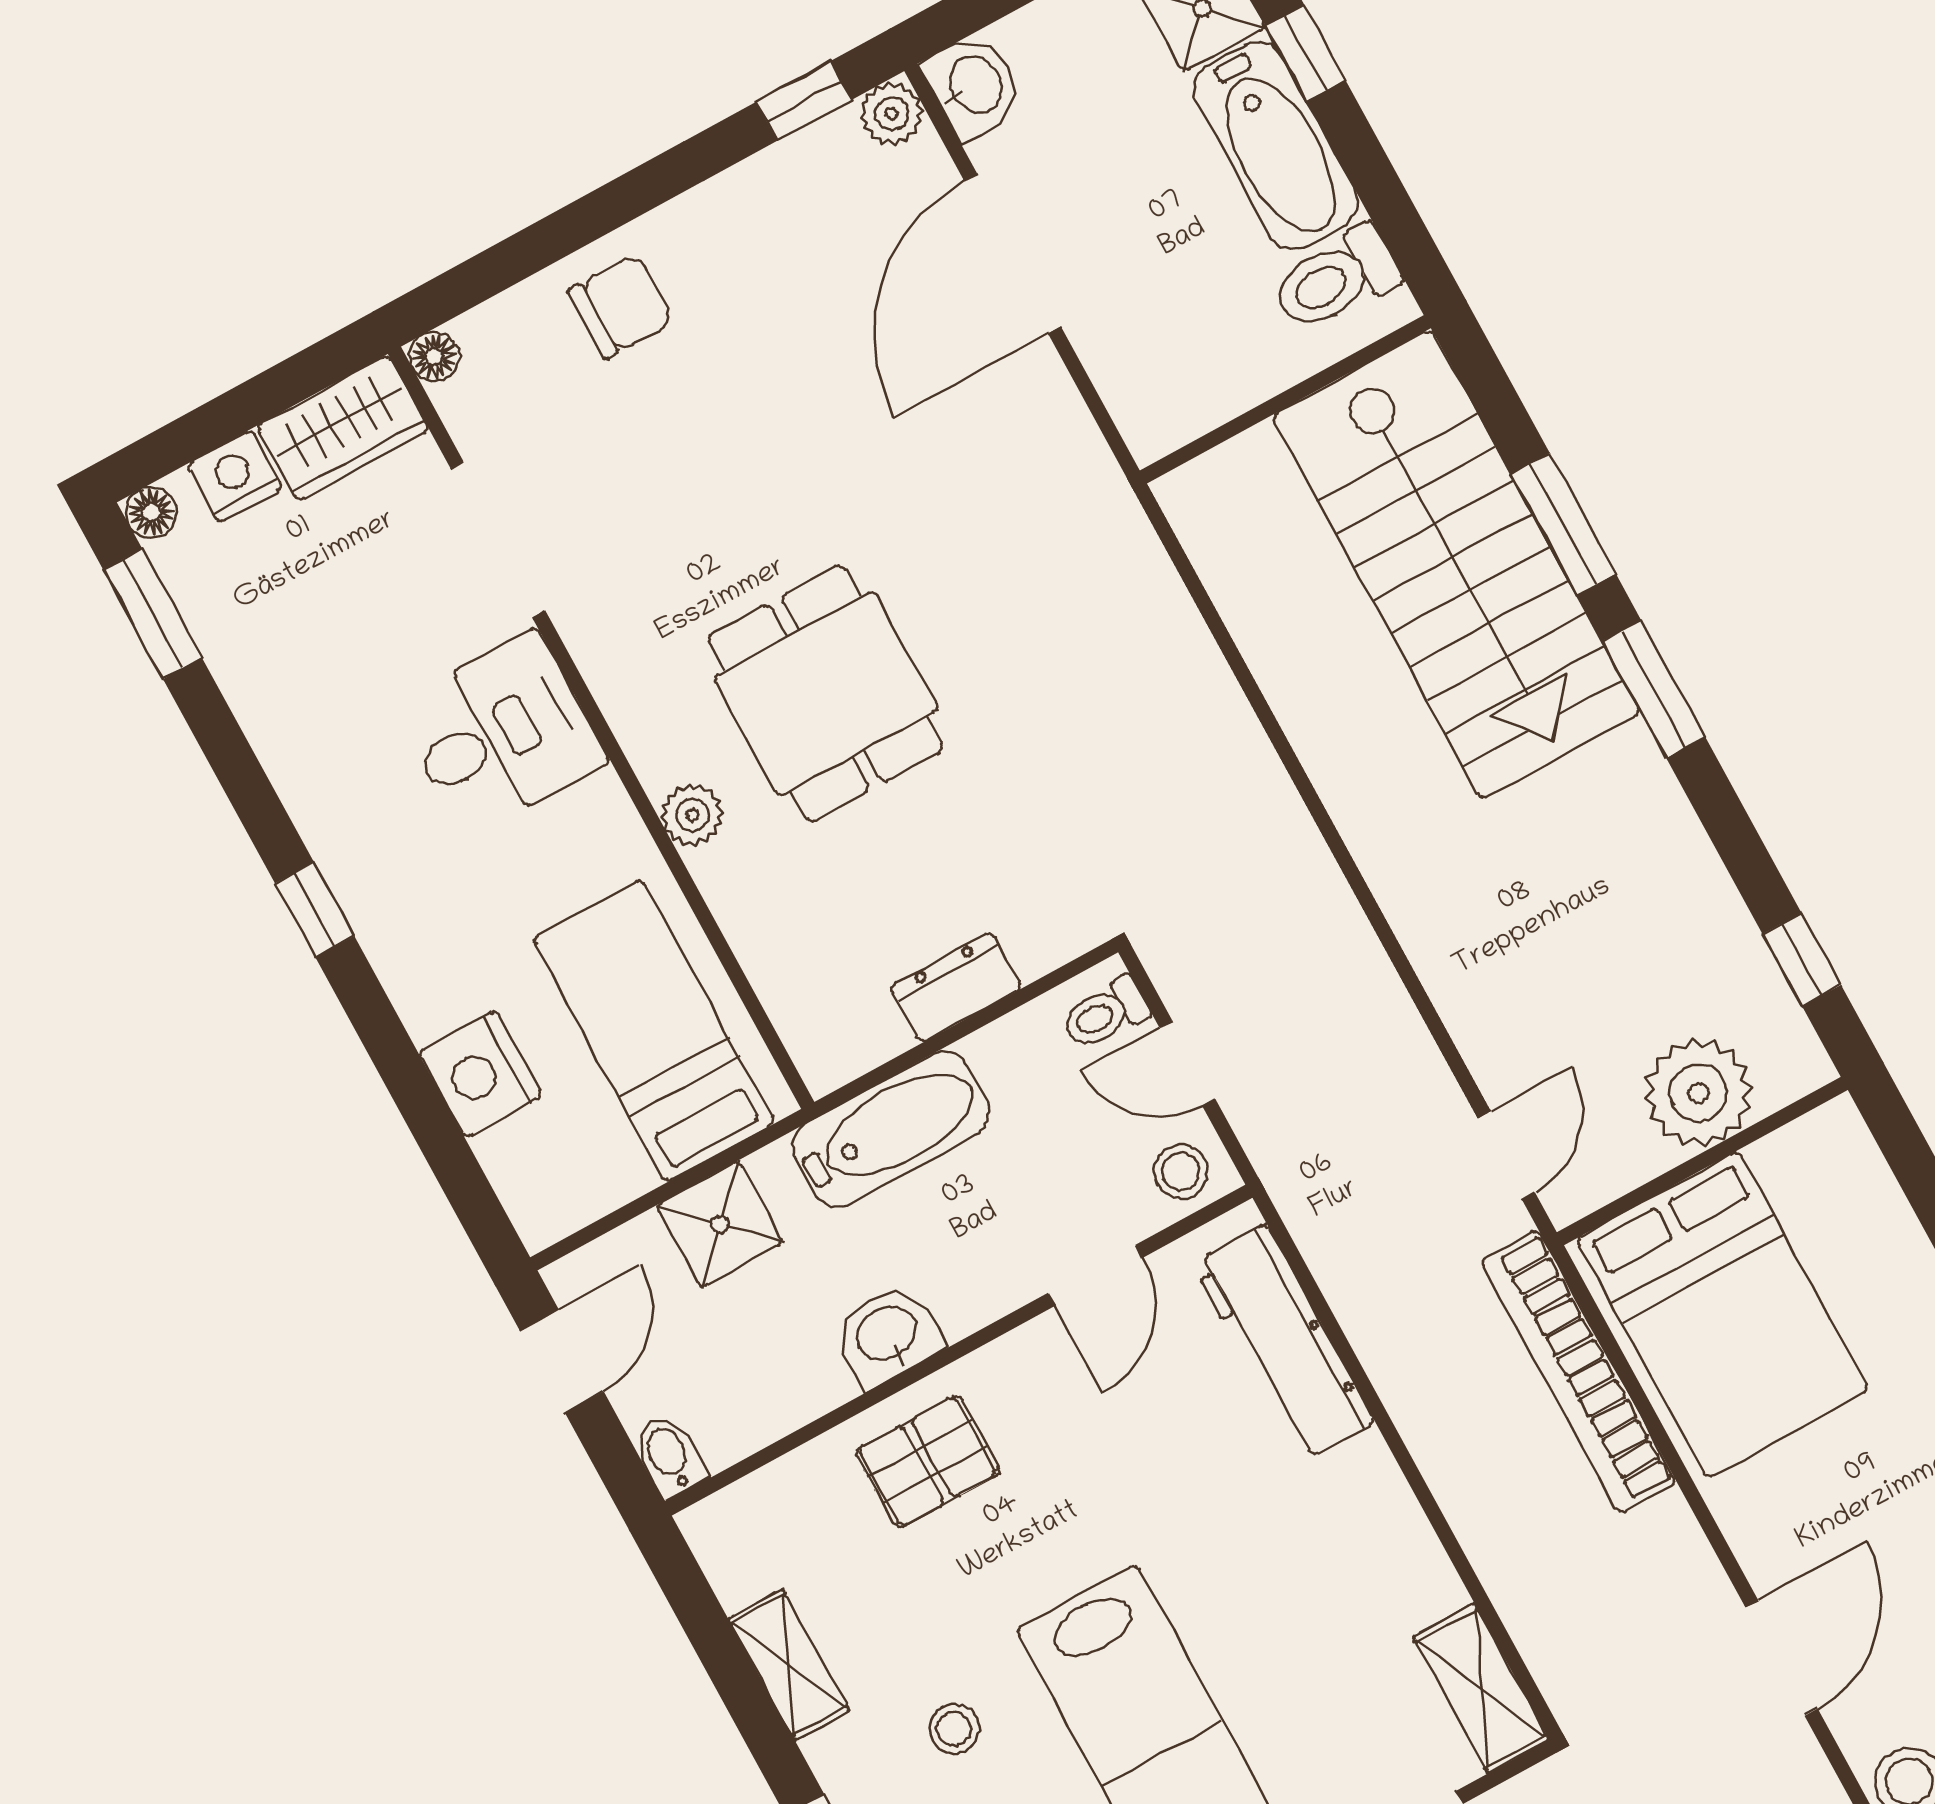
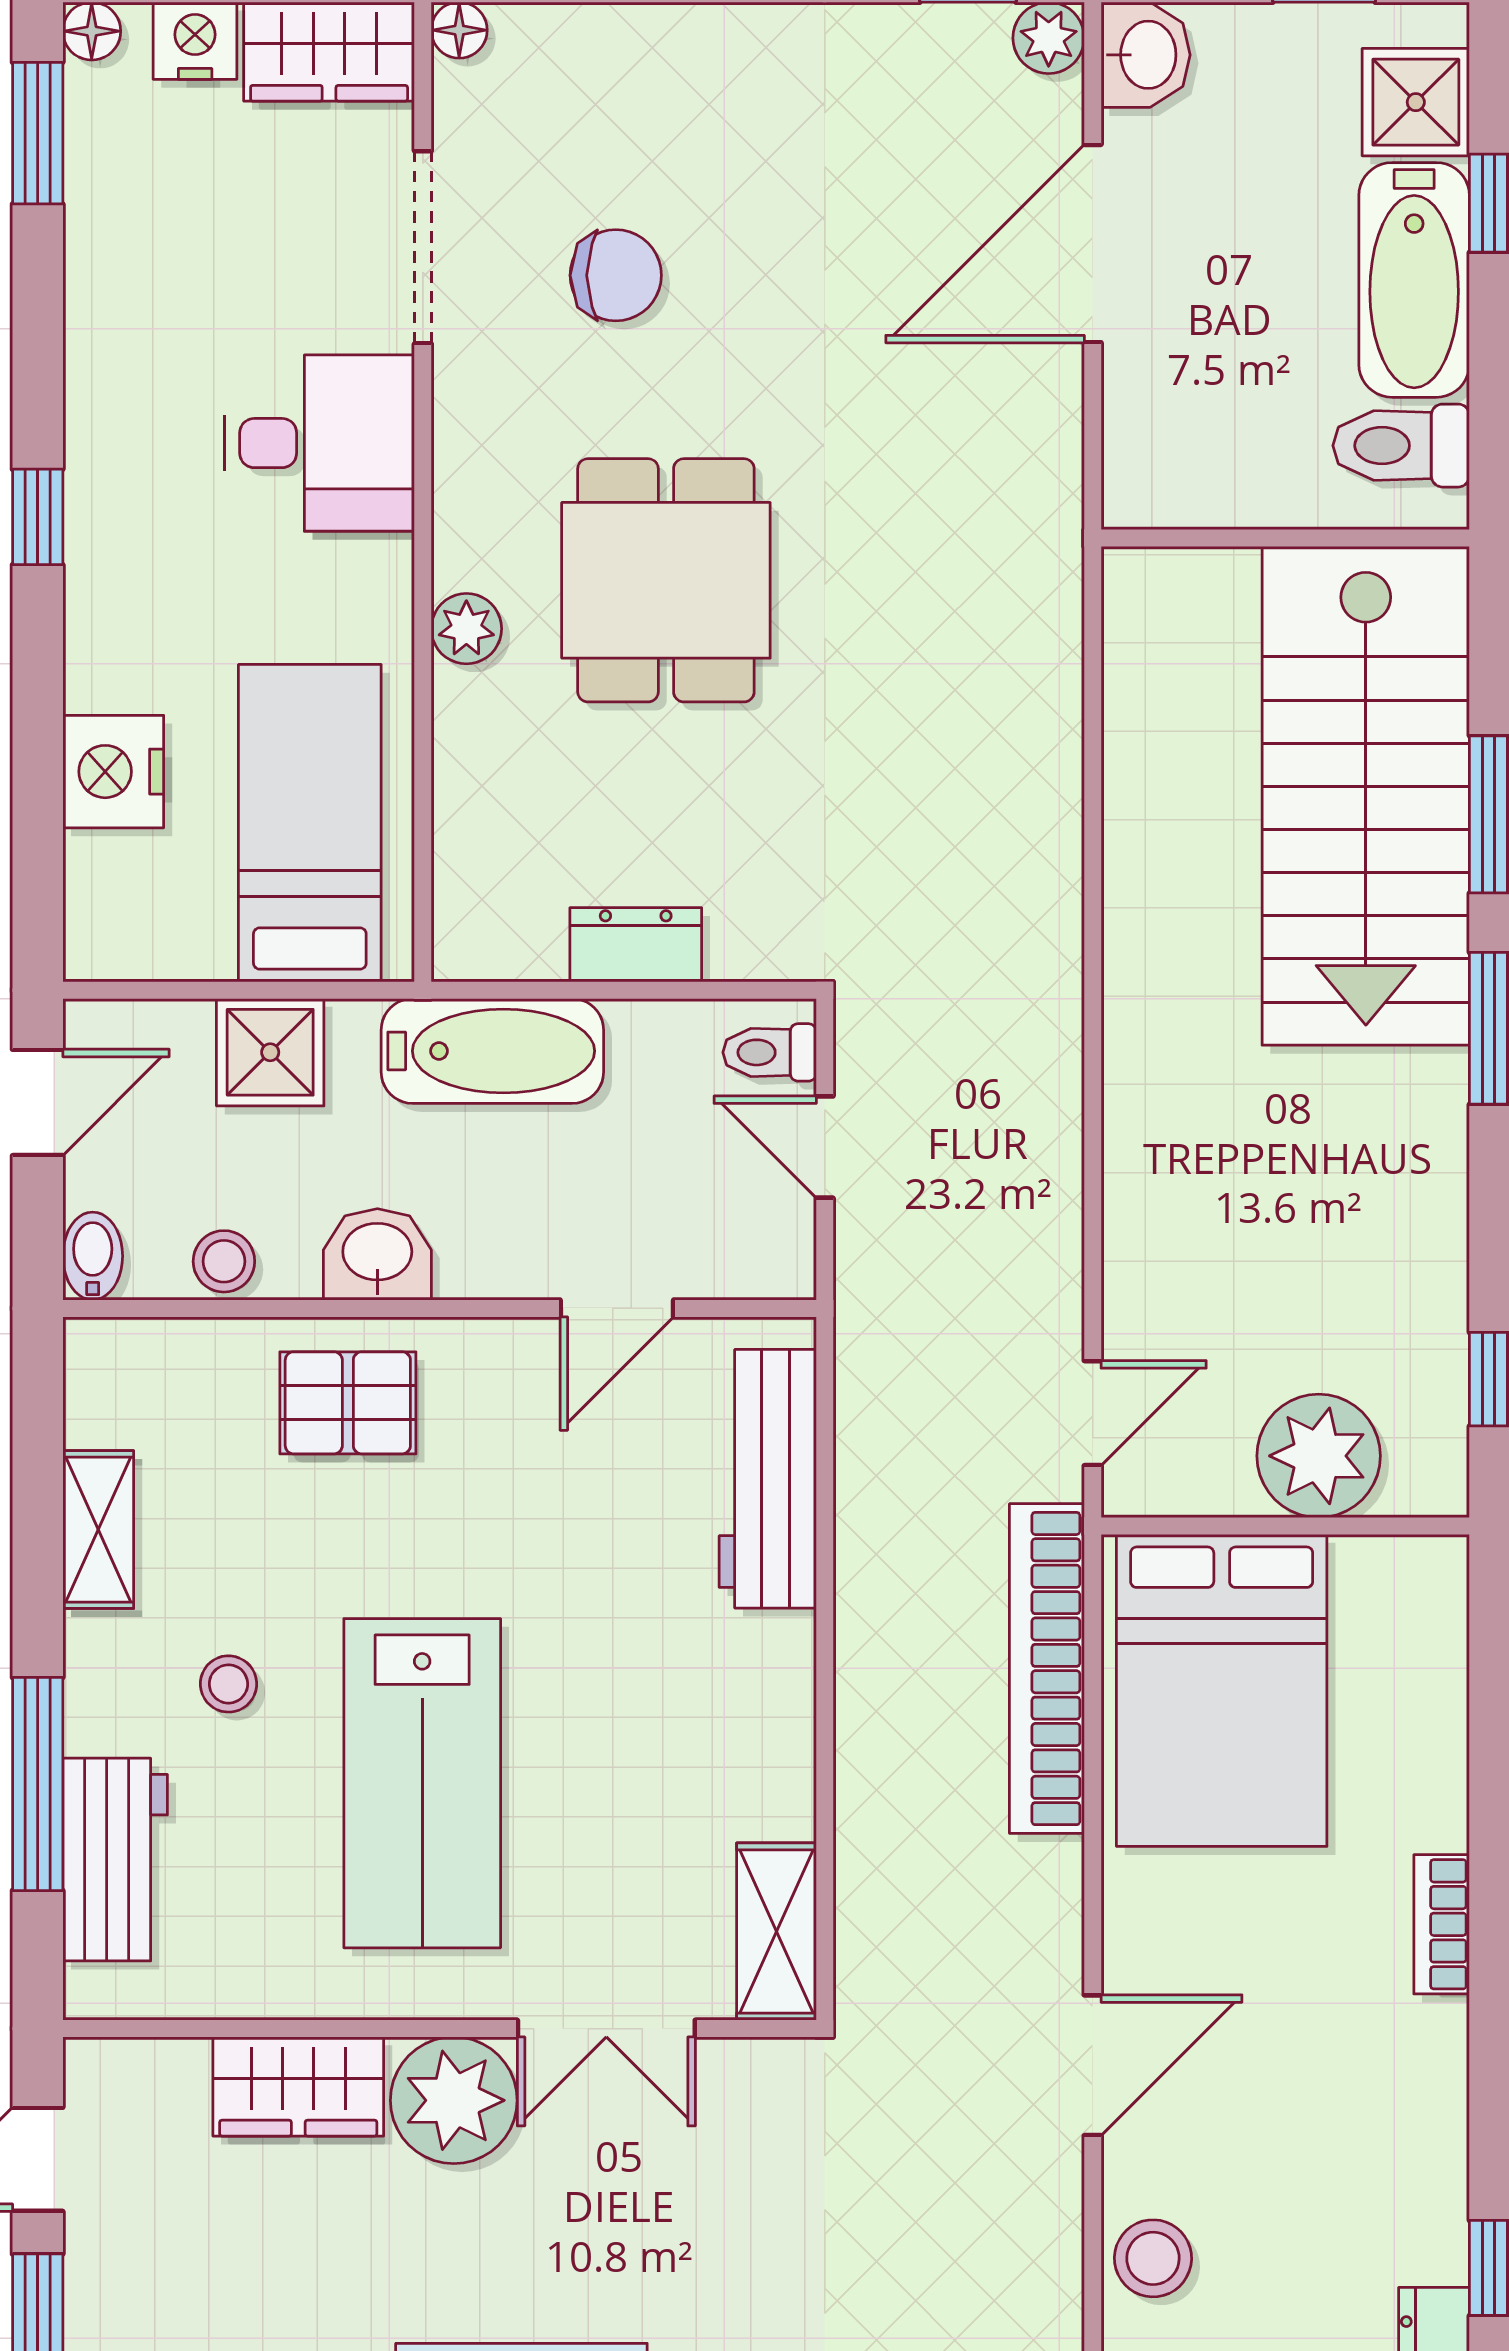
chair: (621, 306) -> (616, 275), moved
stool: (1181, 1172) -> (224, 1261), moved

